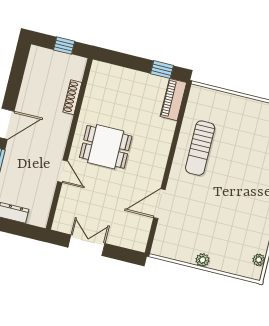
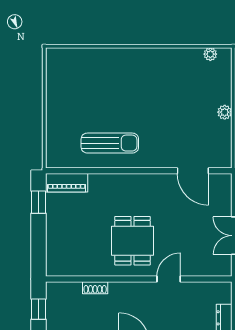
shoe rack: (72, 97) -> (95, 288), width x0.70
door: (159, 204) -> (193, 171), moved

